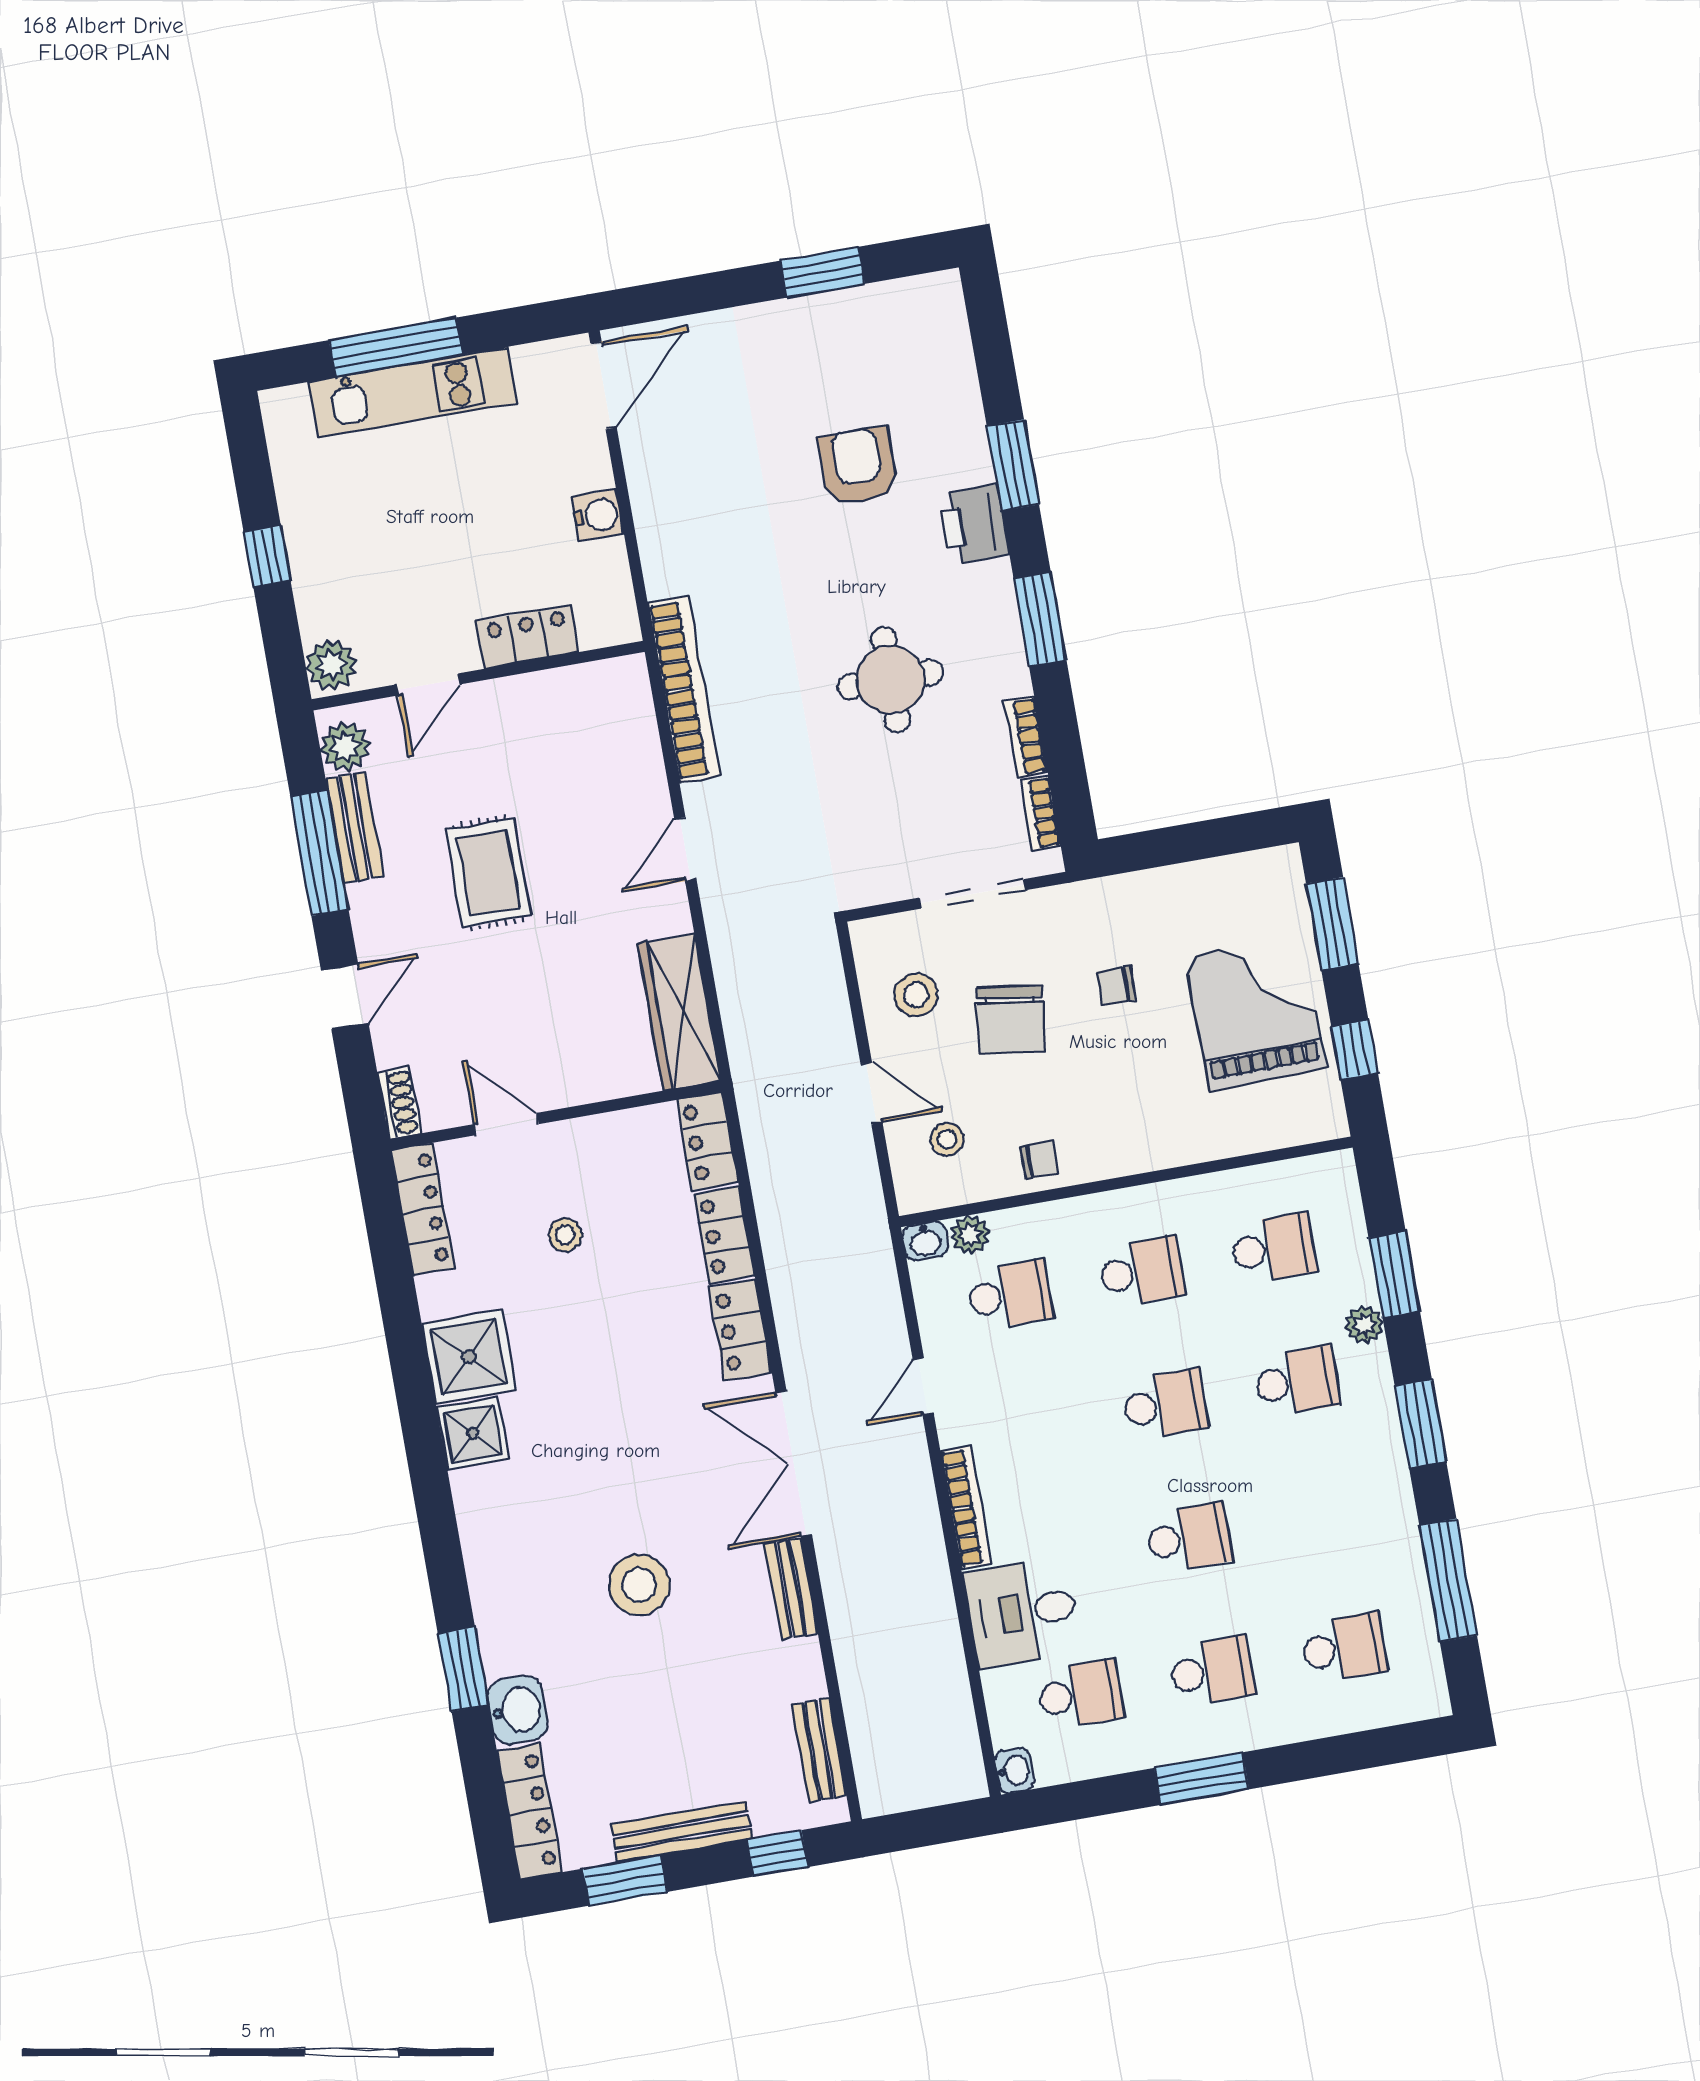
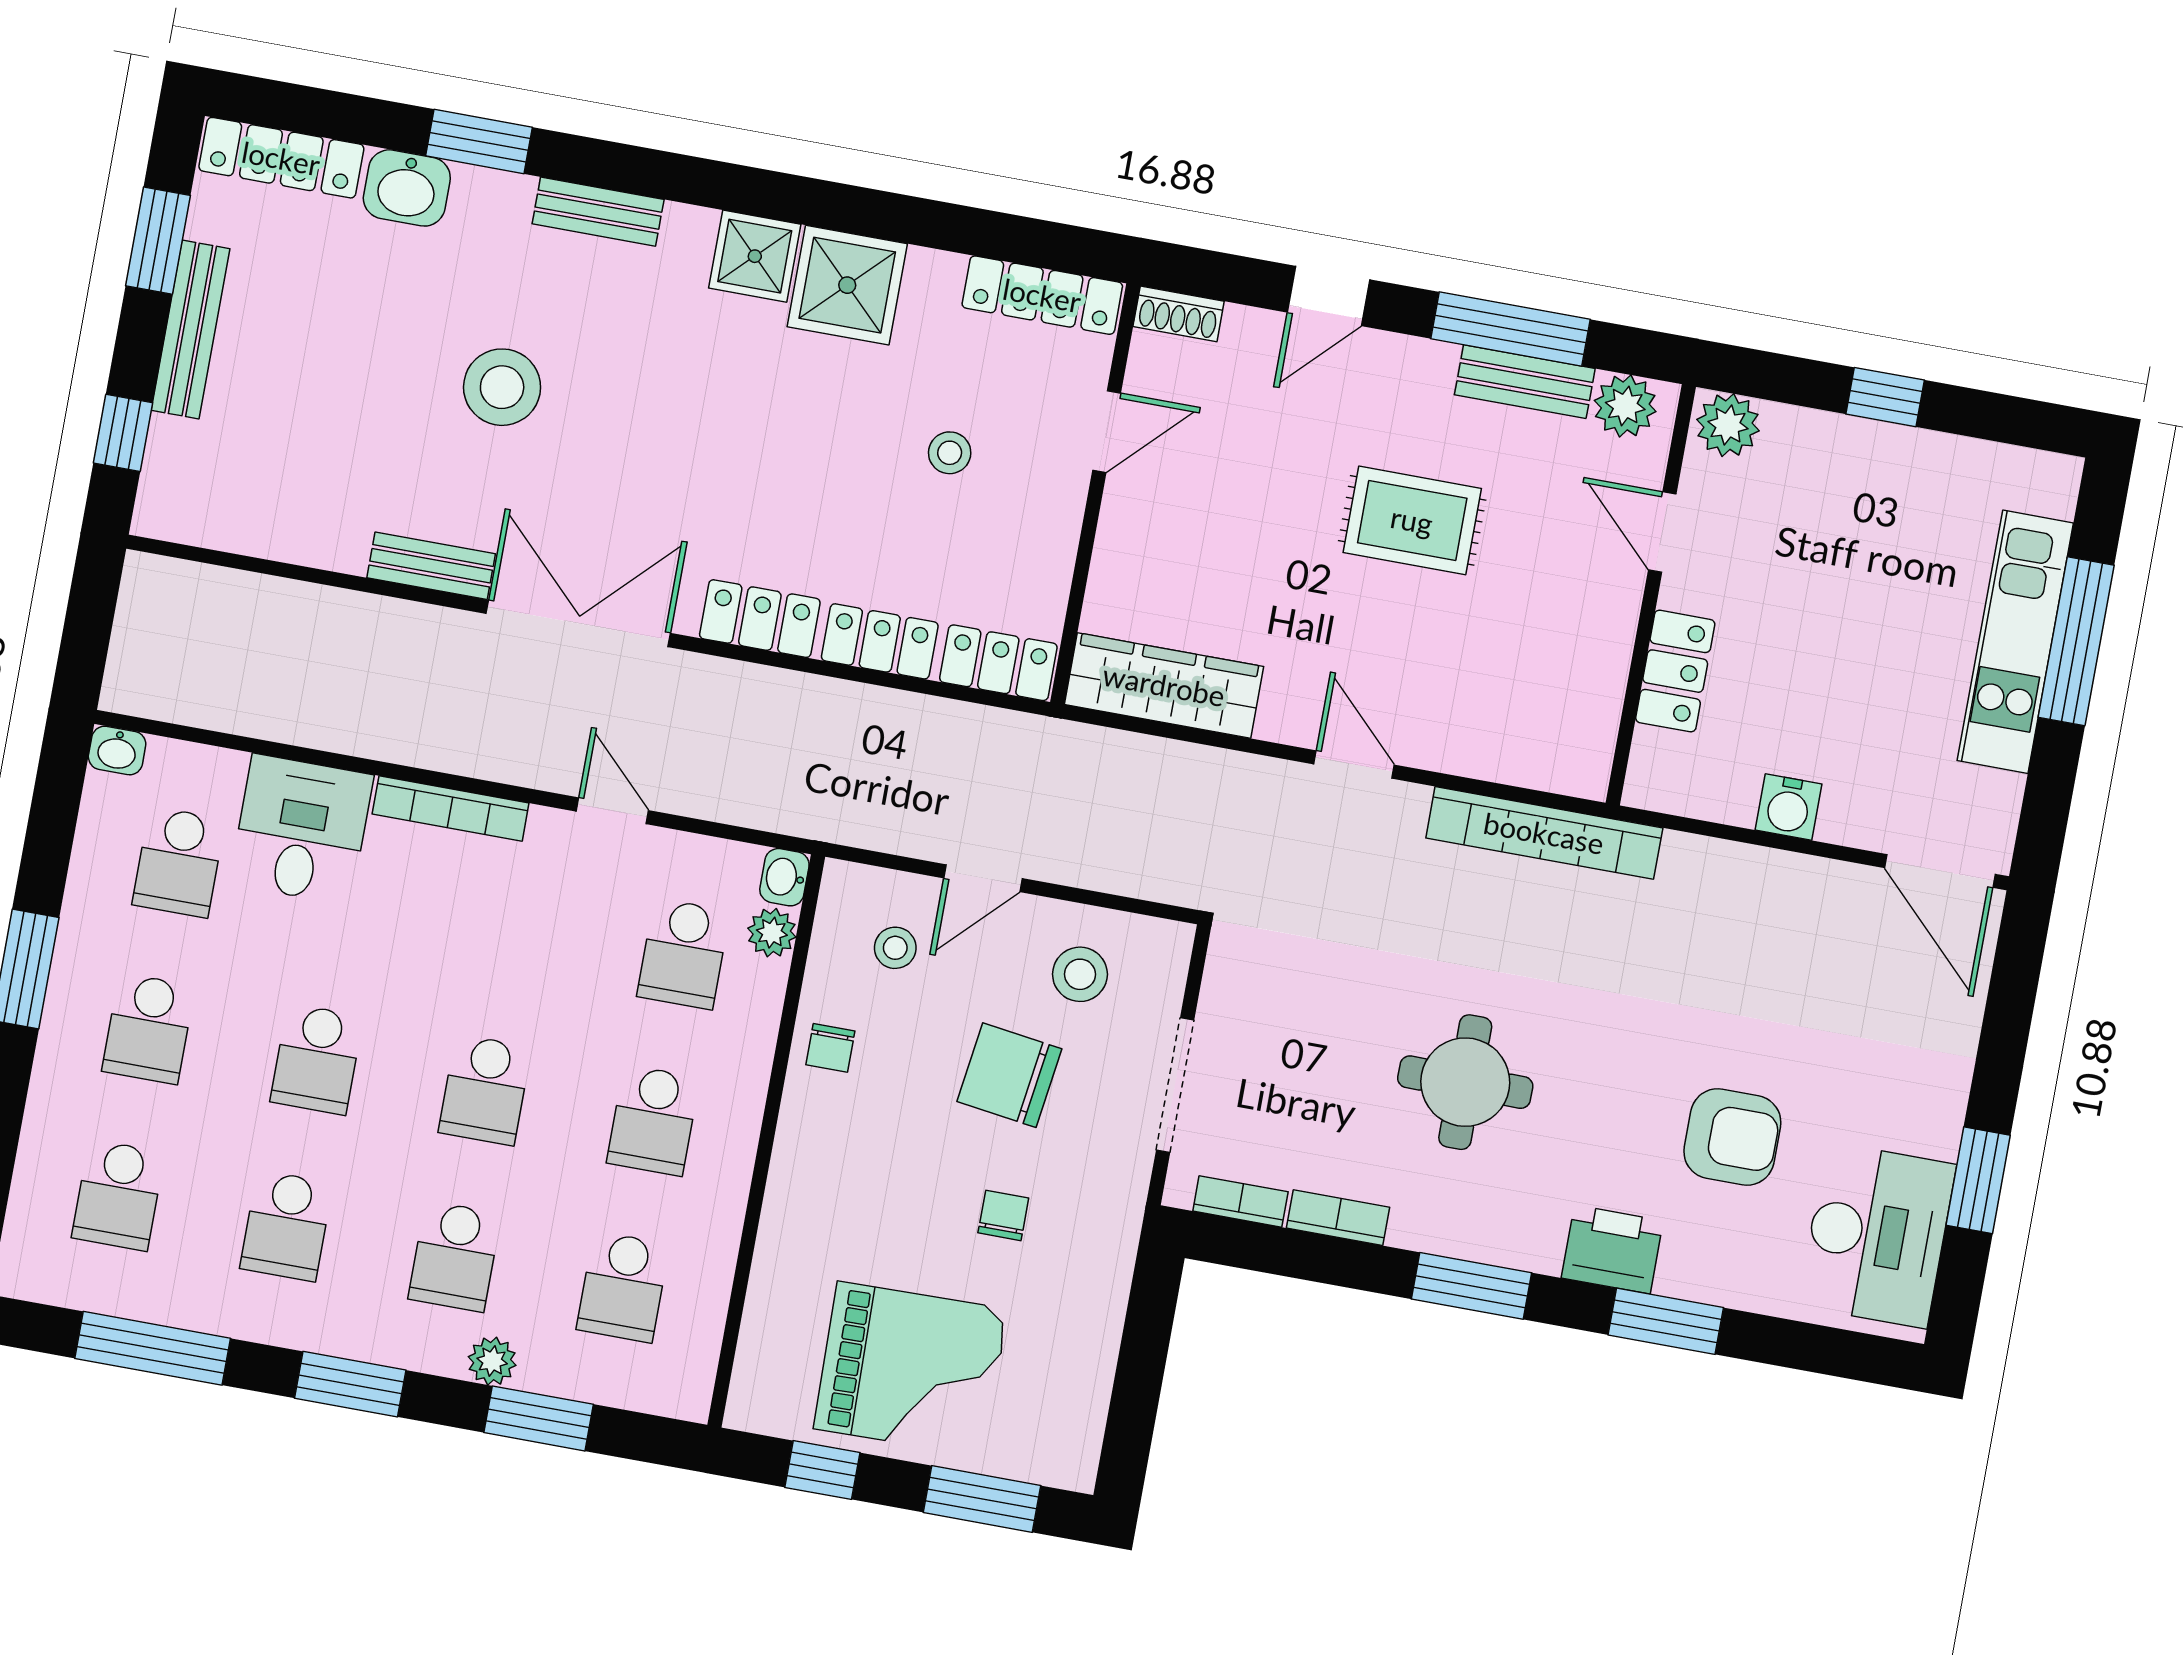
desk: (891, 332) -> (1877, 1235), added
door: (345, 997) -> (1329, 296), hinge flipped
school desk: (1320, 1515) -> (286, 1226), added
bench: (819, 1750) -> (598, 212), moved

